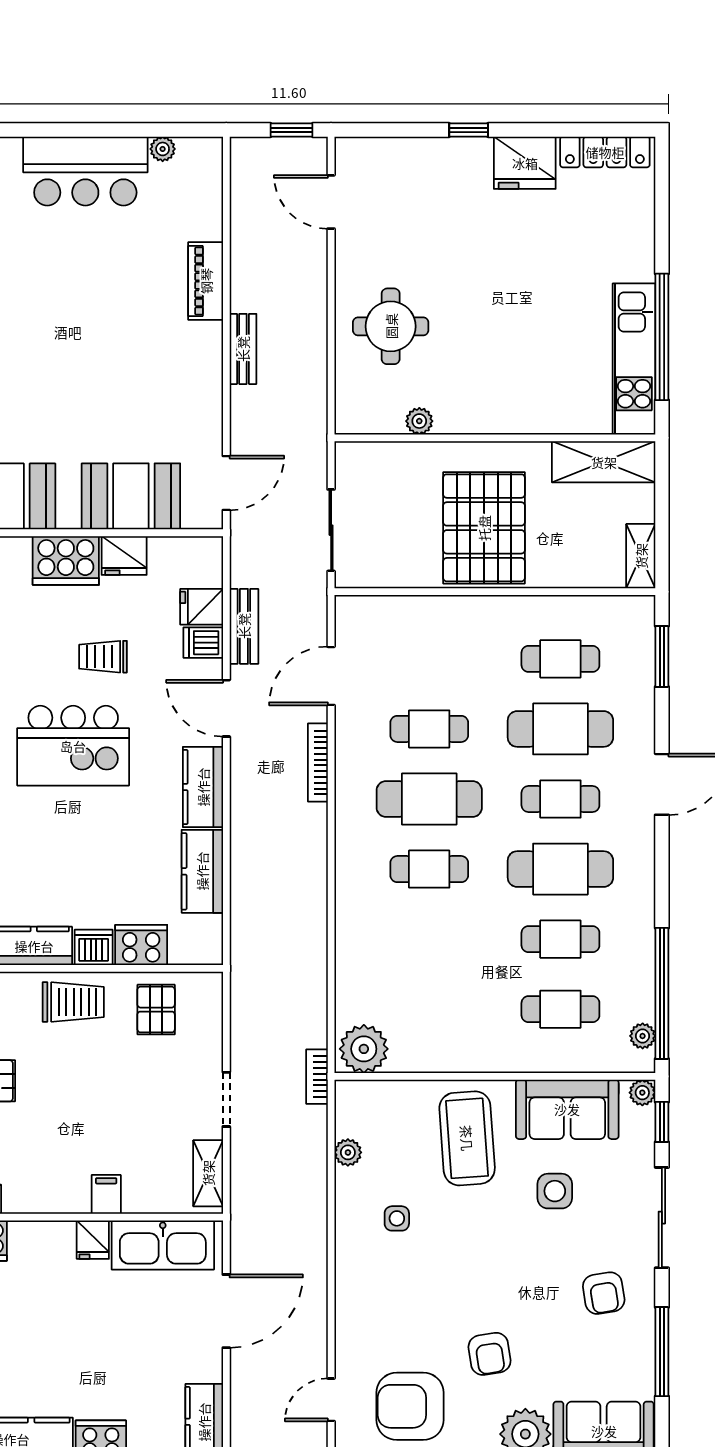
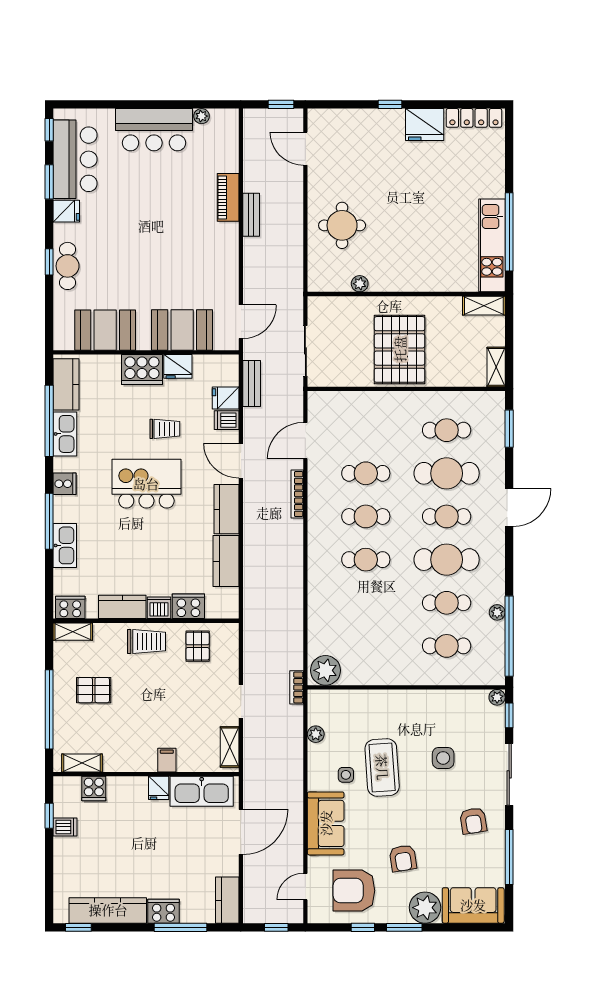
bench: (243, 349) -> (251, 215), moved
shelving: (604, 462) -> (484, 306), width x0.67, depth x0.75
bench: (244, 626) -> (252, 383), moved
trolley: (103, 657) -> (165, 429), turned 180
kitchen island: (73, 746) -> (146, 484), turned 180
cafe table: (429, 799) -> (366, 516), width x0.73, depth x0.74
plant: (643, 1036) -> (497, 612), moved
sofa: (567, 1109) -> (326, 823), moved, turned -90
coffee table: (467, 1138) -> (382, 767), moved

